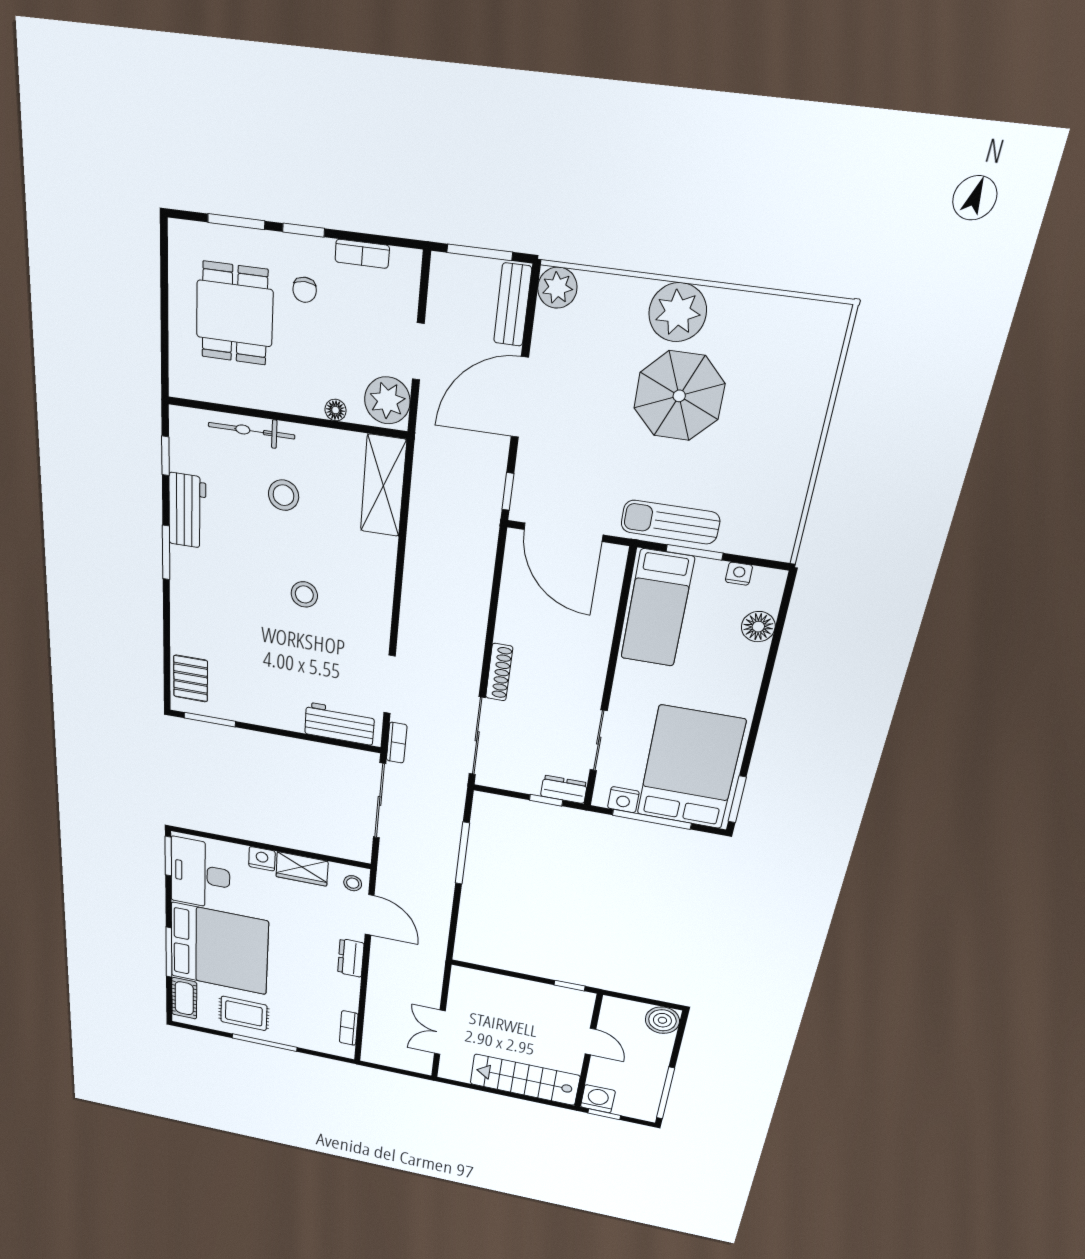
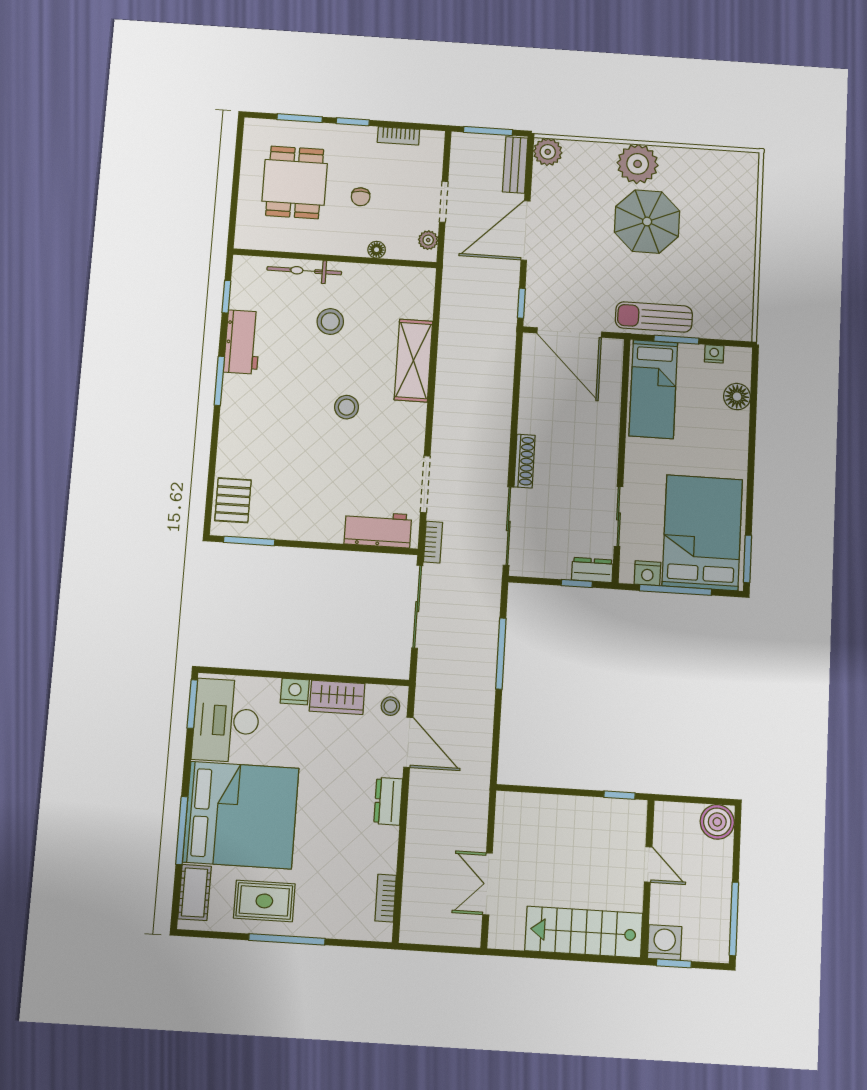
chair: (305, 290) -> (361, 197), moved
plant: (387, 400) -> (428, 240), width x0.53, depth x0.53
shelving: (383, 486) -> (413, 360), moved

